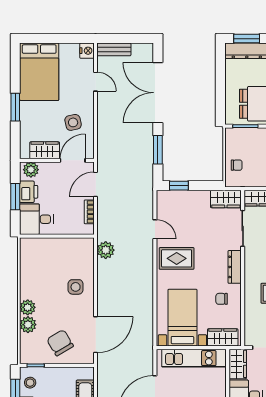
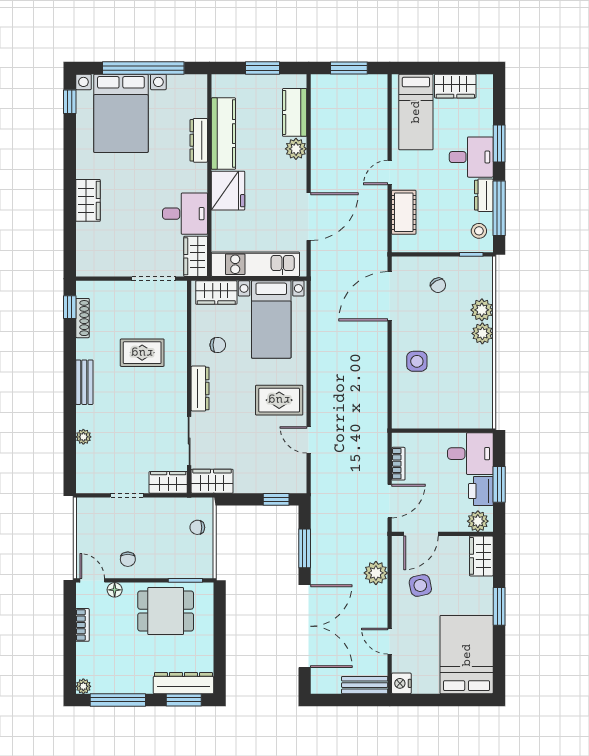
wardrobe: (45, 150) -> (481, 556), moved, turned 90
plant: (106, 250) -> (376, 573), moved
chair: (60, 343) -> (438, 285), width x0.54, depth x0.54

